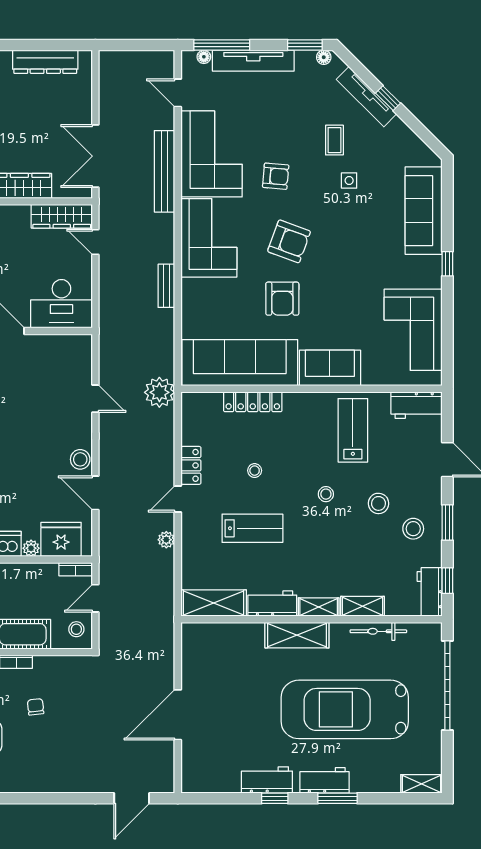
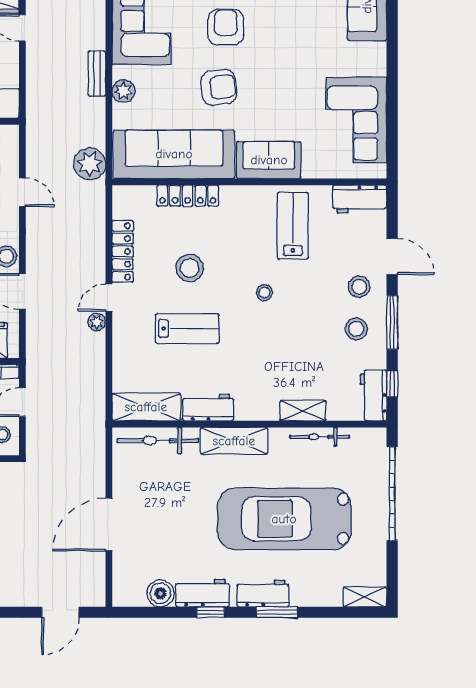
armchair: (289, 241) -> (226, 27), turned -110
window: (447, 264) -> (392, 51), removed
armchair: (282, 299) -> (219, 87), turned -96
plant: (192, 302) -> (123, 91), added
plant: (159, 392) -> (90, 164), moved
locker: (191, 465) -> (123, 251), width x1.53
stool: (255, 471) -> (190, 268), width x1.89, depth x1.89
stool: (379, 503) -> (359, 287), moved
window: (447, 522) -> (392, 322), width x1.44
plant: (166, 540) -> (97, 322), moved
shelving: (319, 607) -> (257, 411), removed
bicycle: (224, 635) -> (158, 441), added
boiler: (227, 780) -> (161, 593), added

